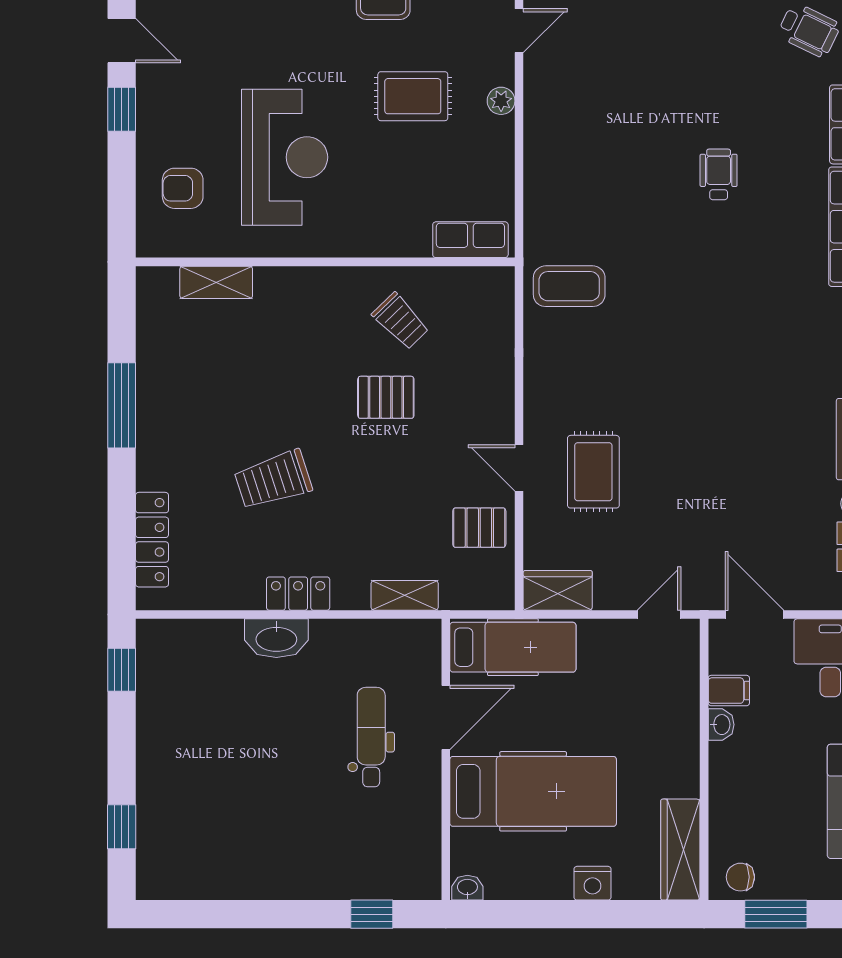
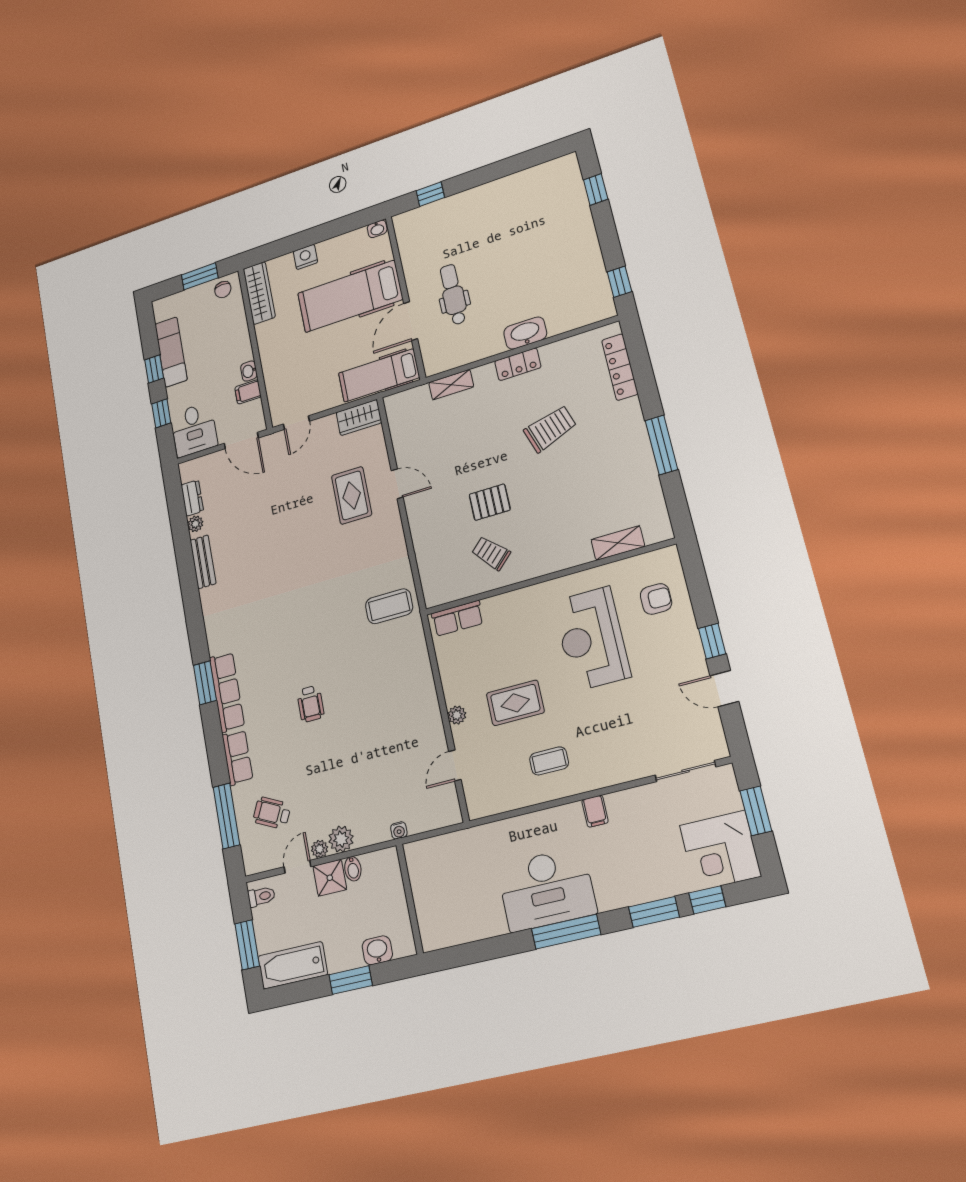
pallet: (479, 528) -> (414, 440), removed
dental chair: (371, 737) -> (453, 294), turned 180
chair: (740, 877) -> (223, 290), turned 90

